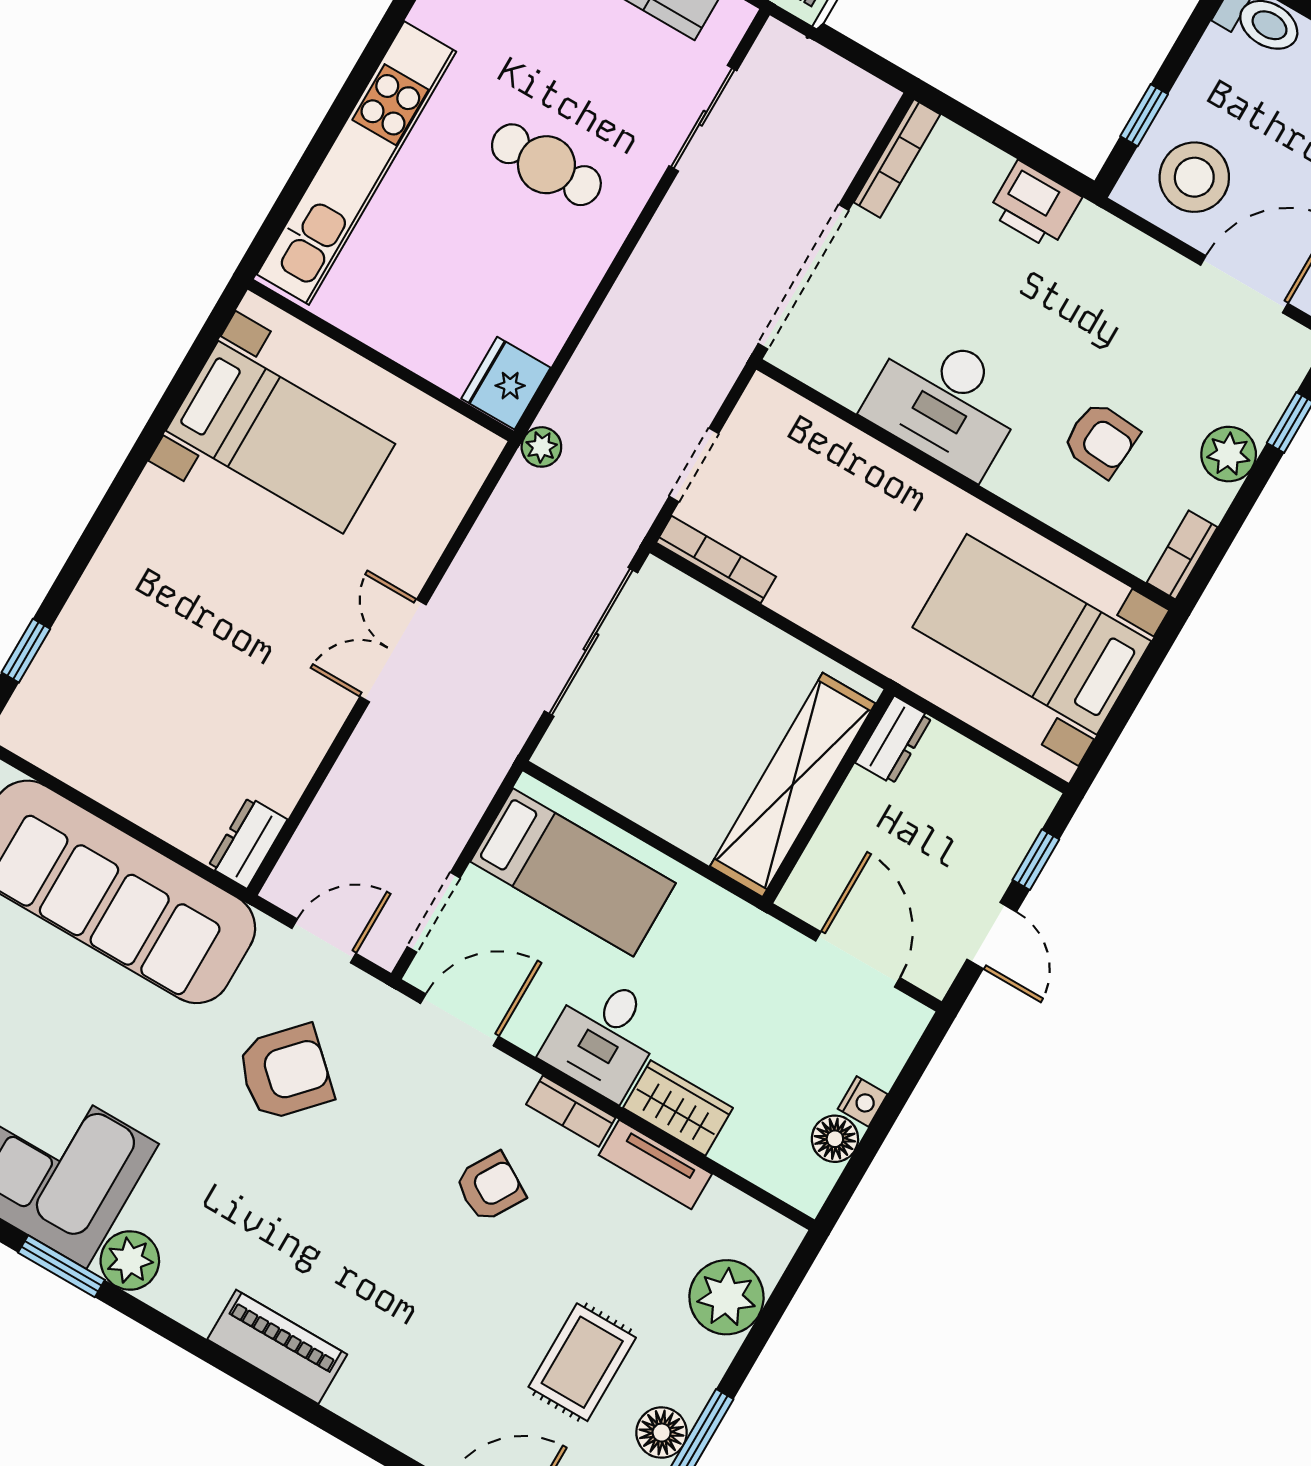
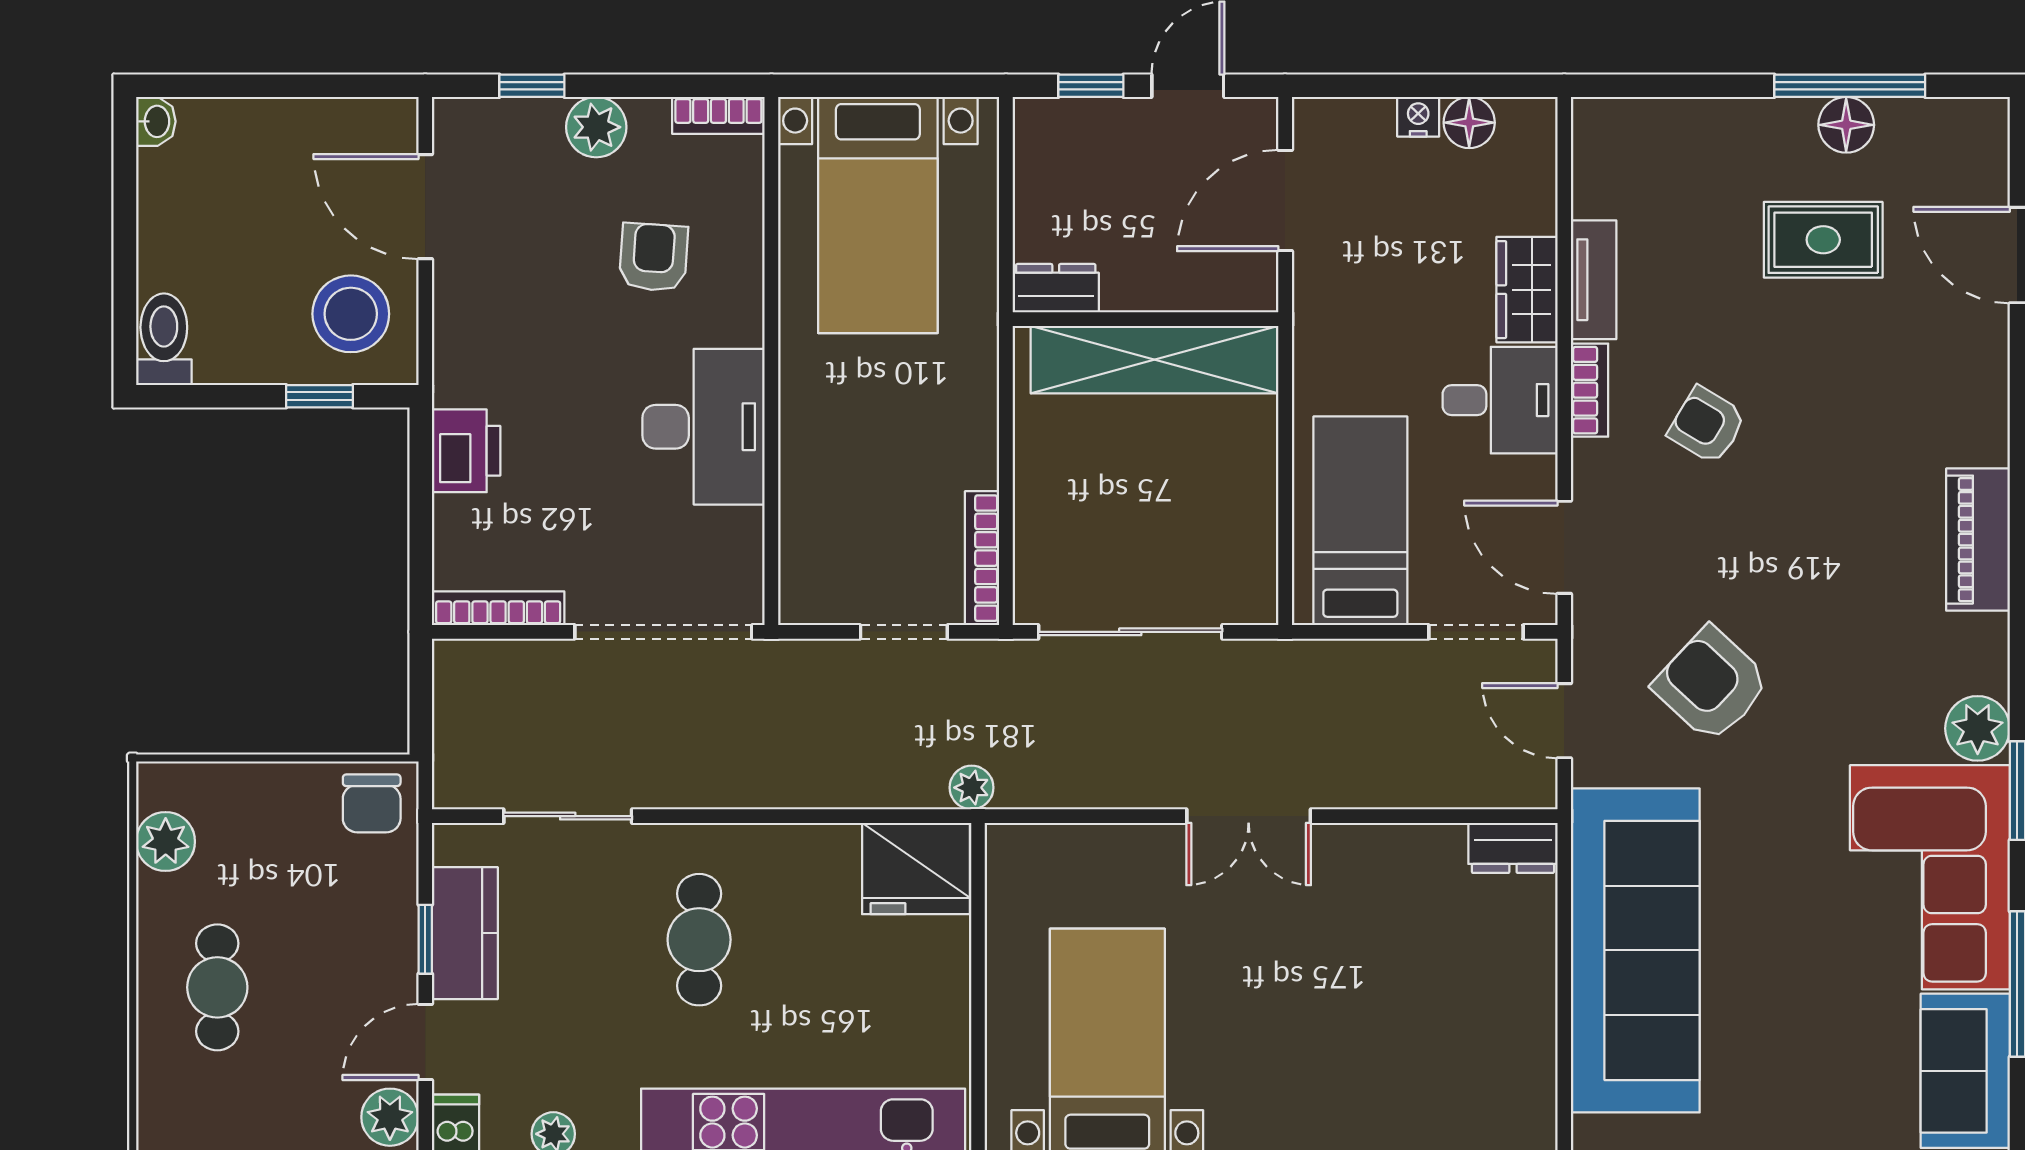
fridge: (506, 383) -> (916, 868), width x1.36, depth x1.34
plant: (726, 1297) -> (1681, 138), removed

